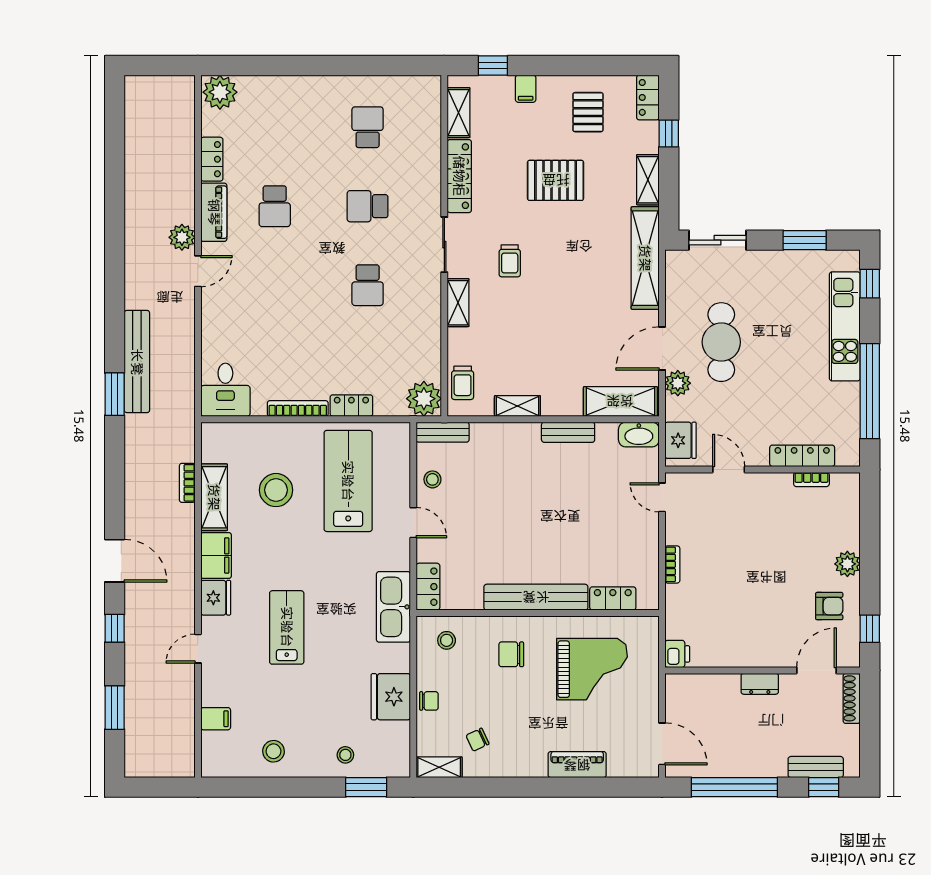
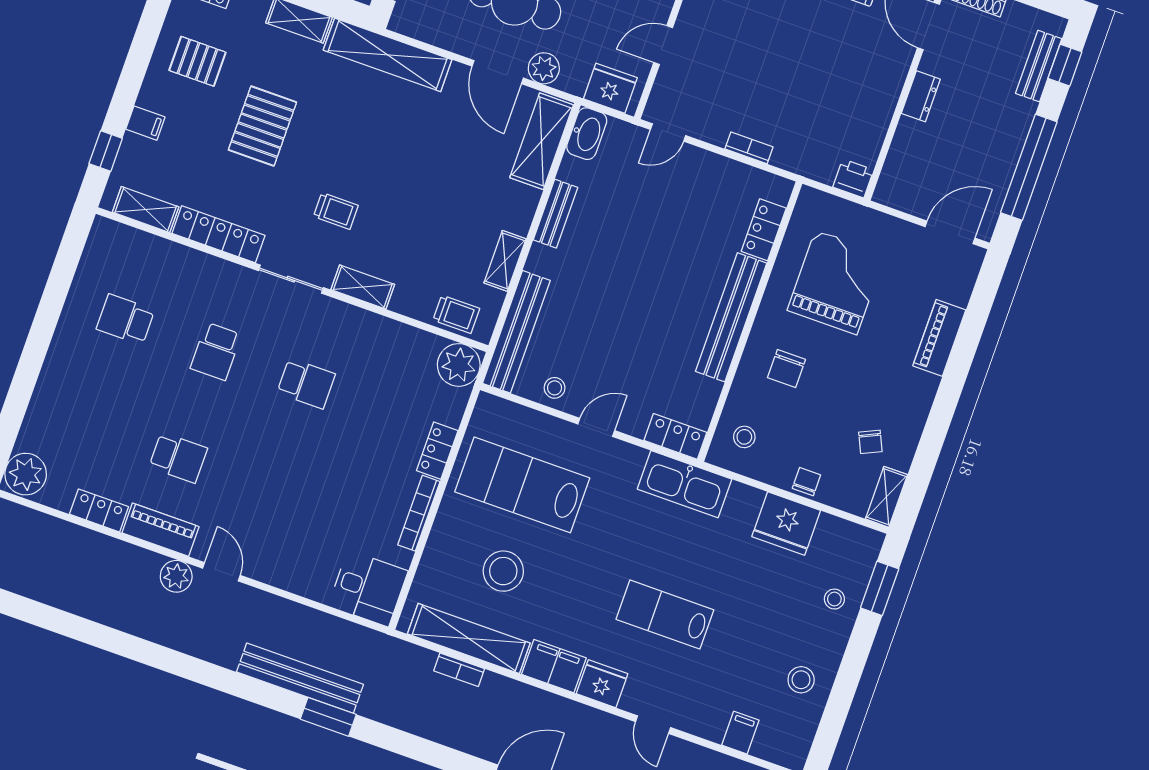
bench: (443, 432) -> (516, 332), width x1.86, depth x1.21
shelving: (214, 497) -> (469, 638), width x1.47

